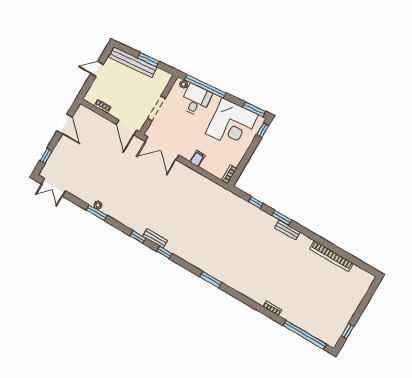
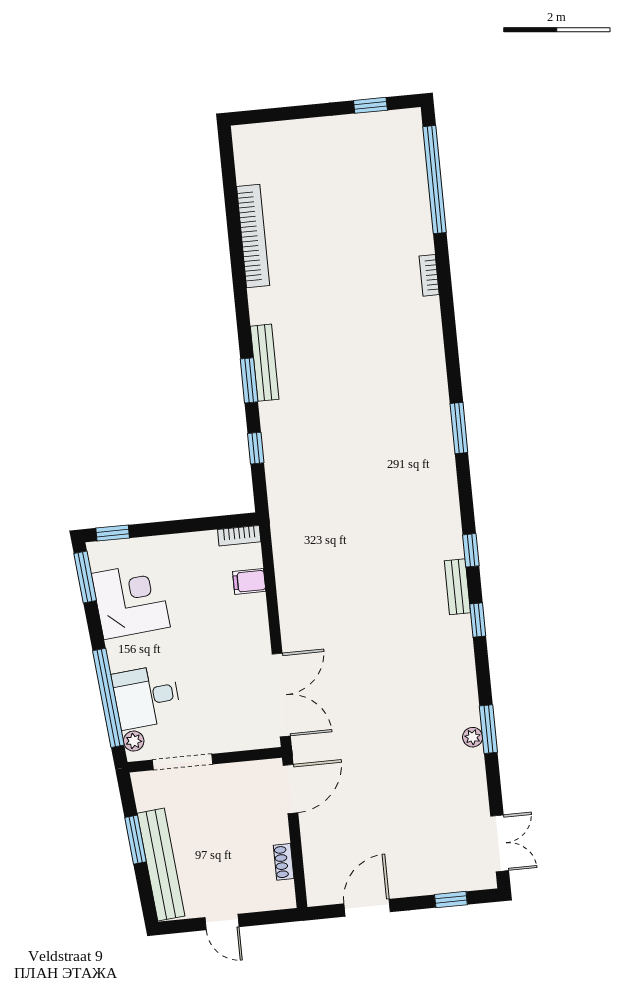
doorway: (157, 108) -> (183, 762), moved
corner desk: (232, 124) -> (131, 600), width x0.74, depth x0.74
filing cabinet: (197, 159) -> (249, 581), moved
bench: (287, 230) -> (265, 363), width x1.36

